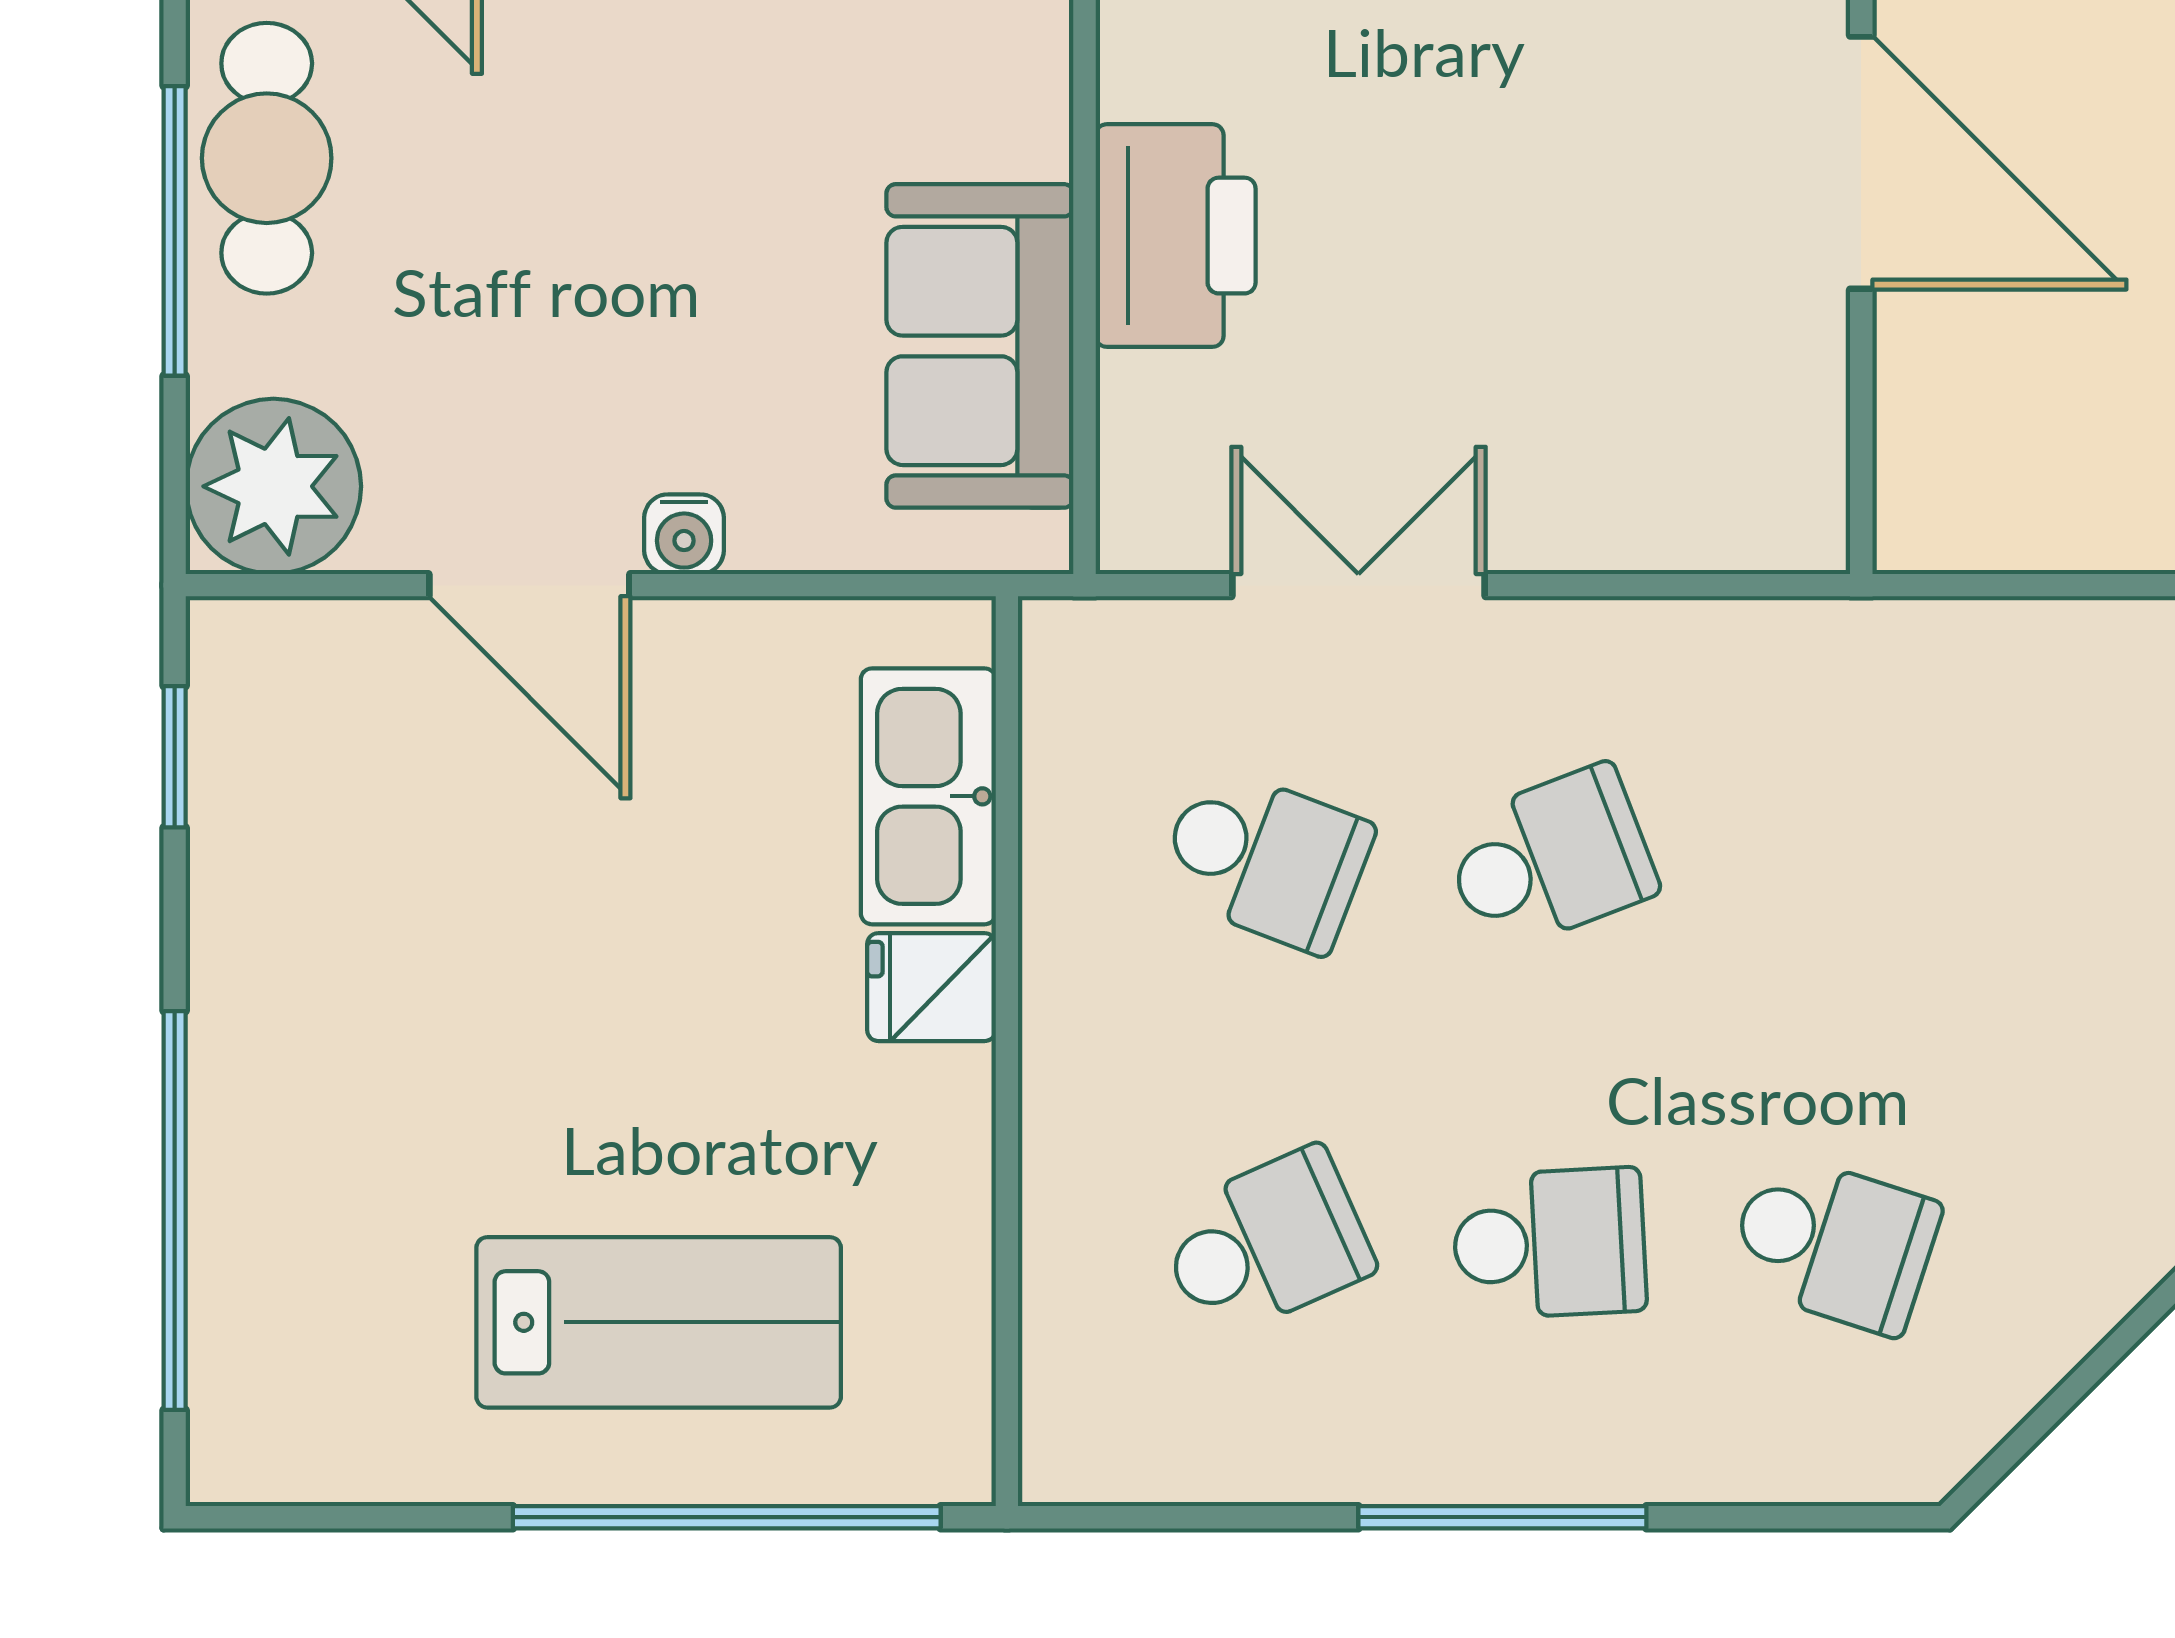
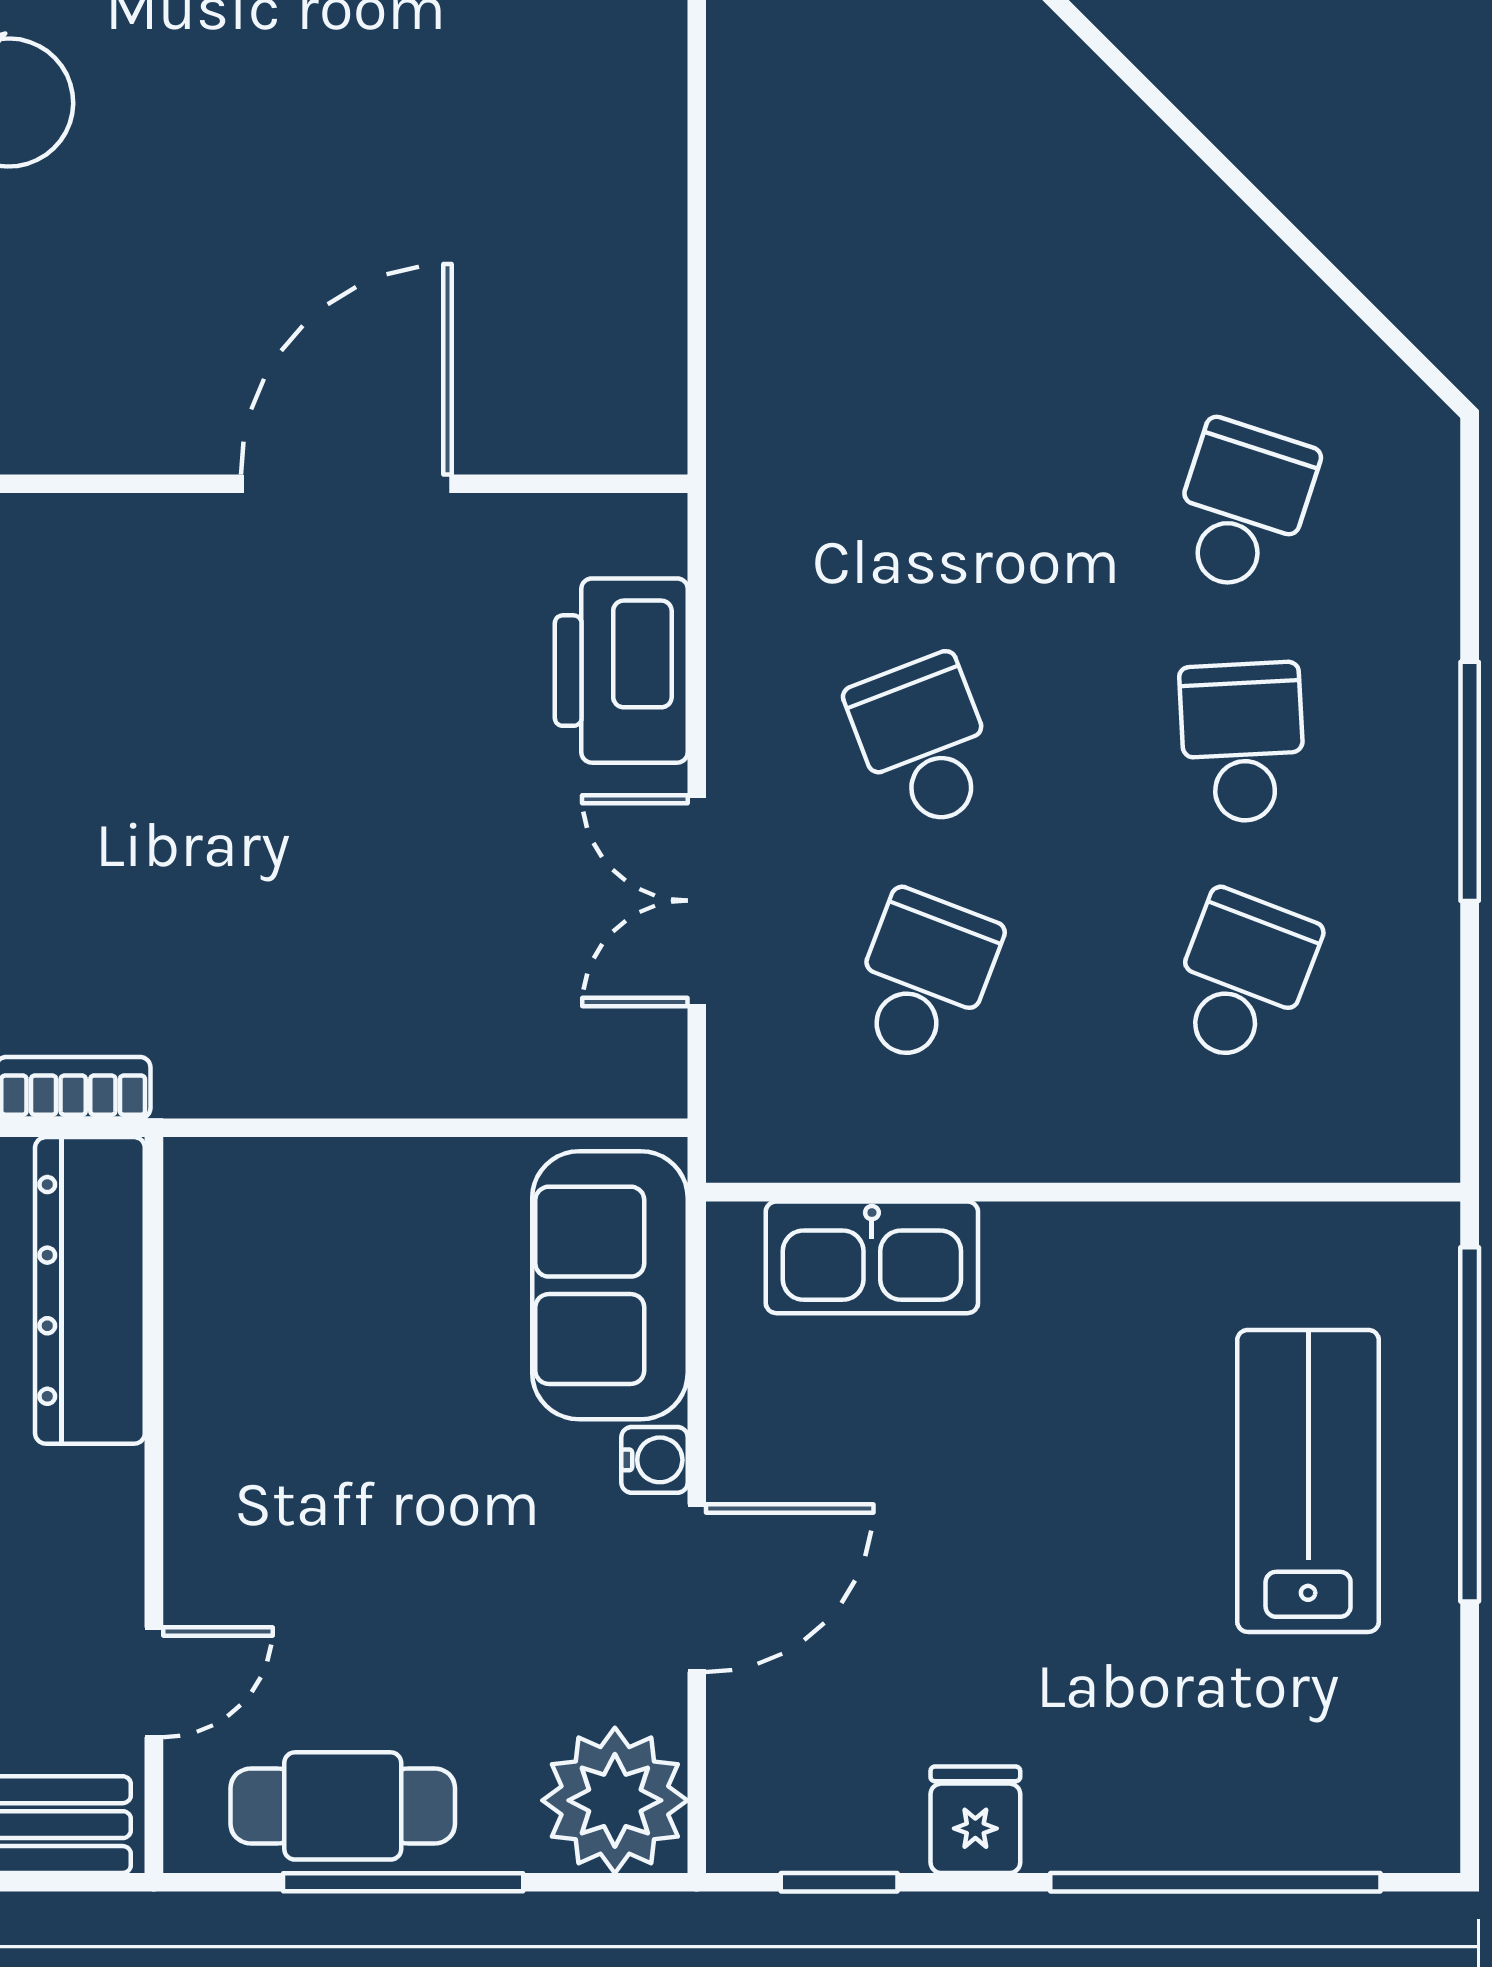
printer: (1176, 236) -> (621, 671), moved, turned -90
sofa: (980, 346) -> (610, 1285), moved, turned 90
fridge: (931, 987) -> (975, 1820), moved, turned 180
school desk: (1265, 1243) -> (1243, 978), turned 45

